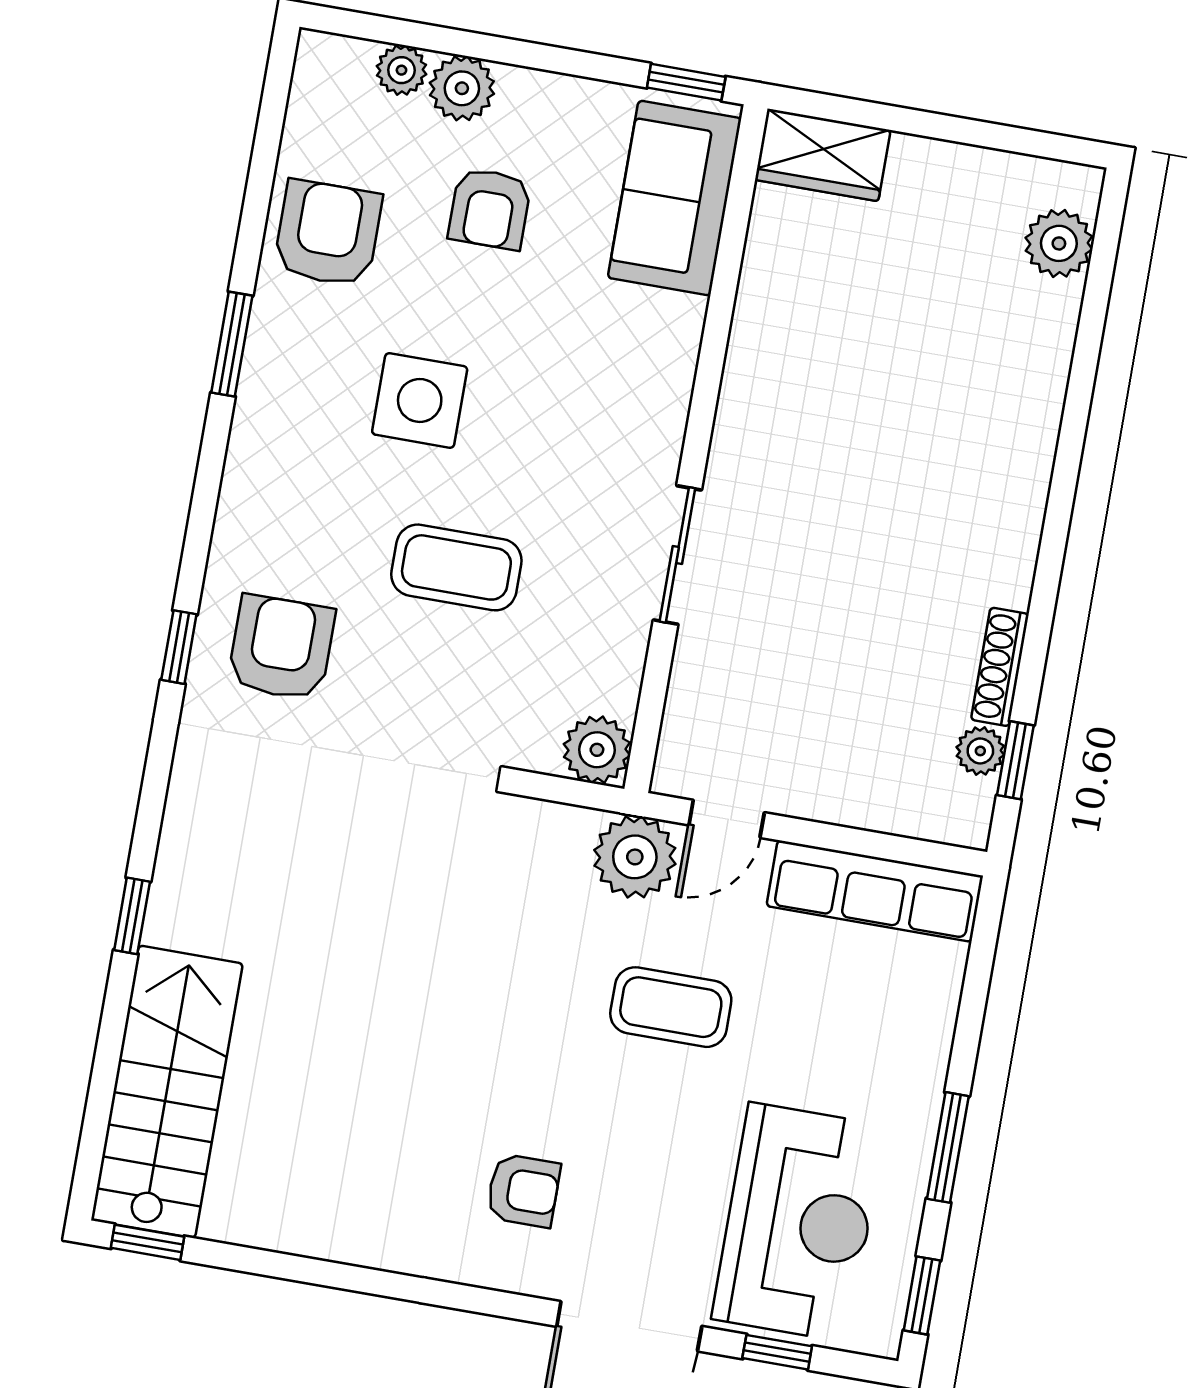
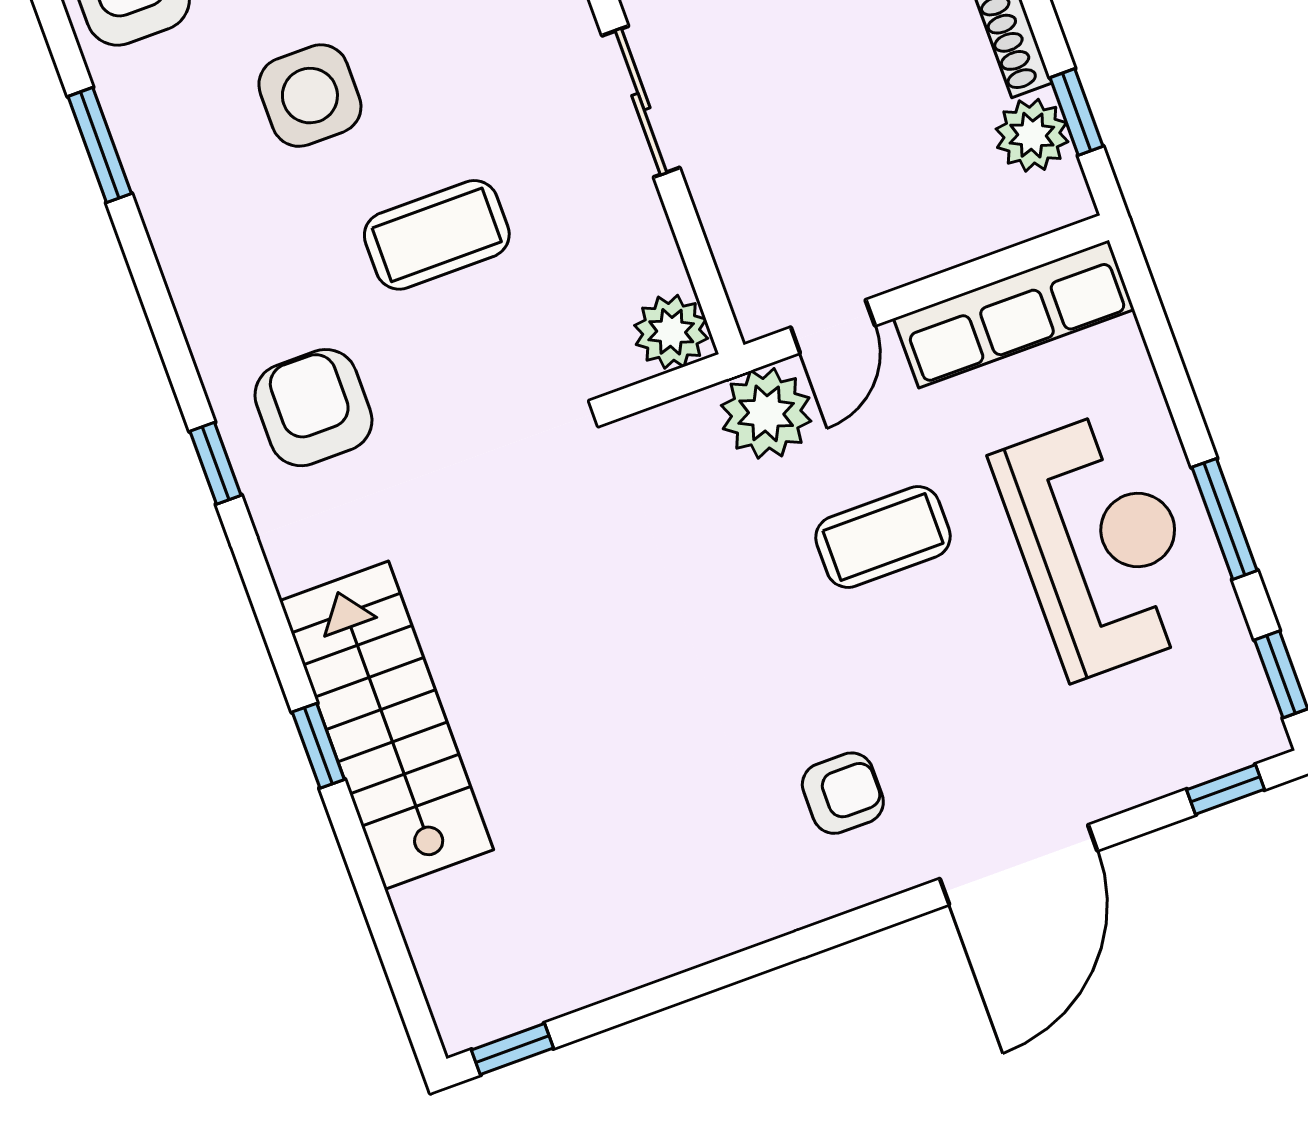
plant: (980, 751) -> (1032, 135), width x1.38, depth x1.38
stairs: (167, 1092) -> (387, 725), moved
reception desk: (798, 1222) -> (1100, 544), moved
window: (777, 1352) -> (1225, 789), moved

